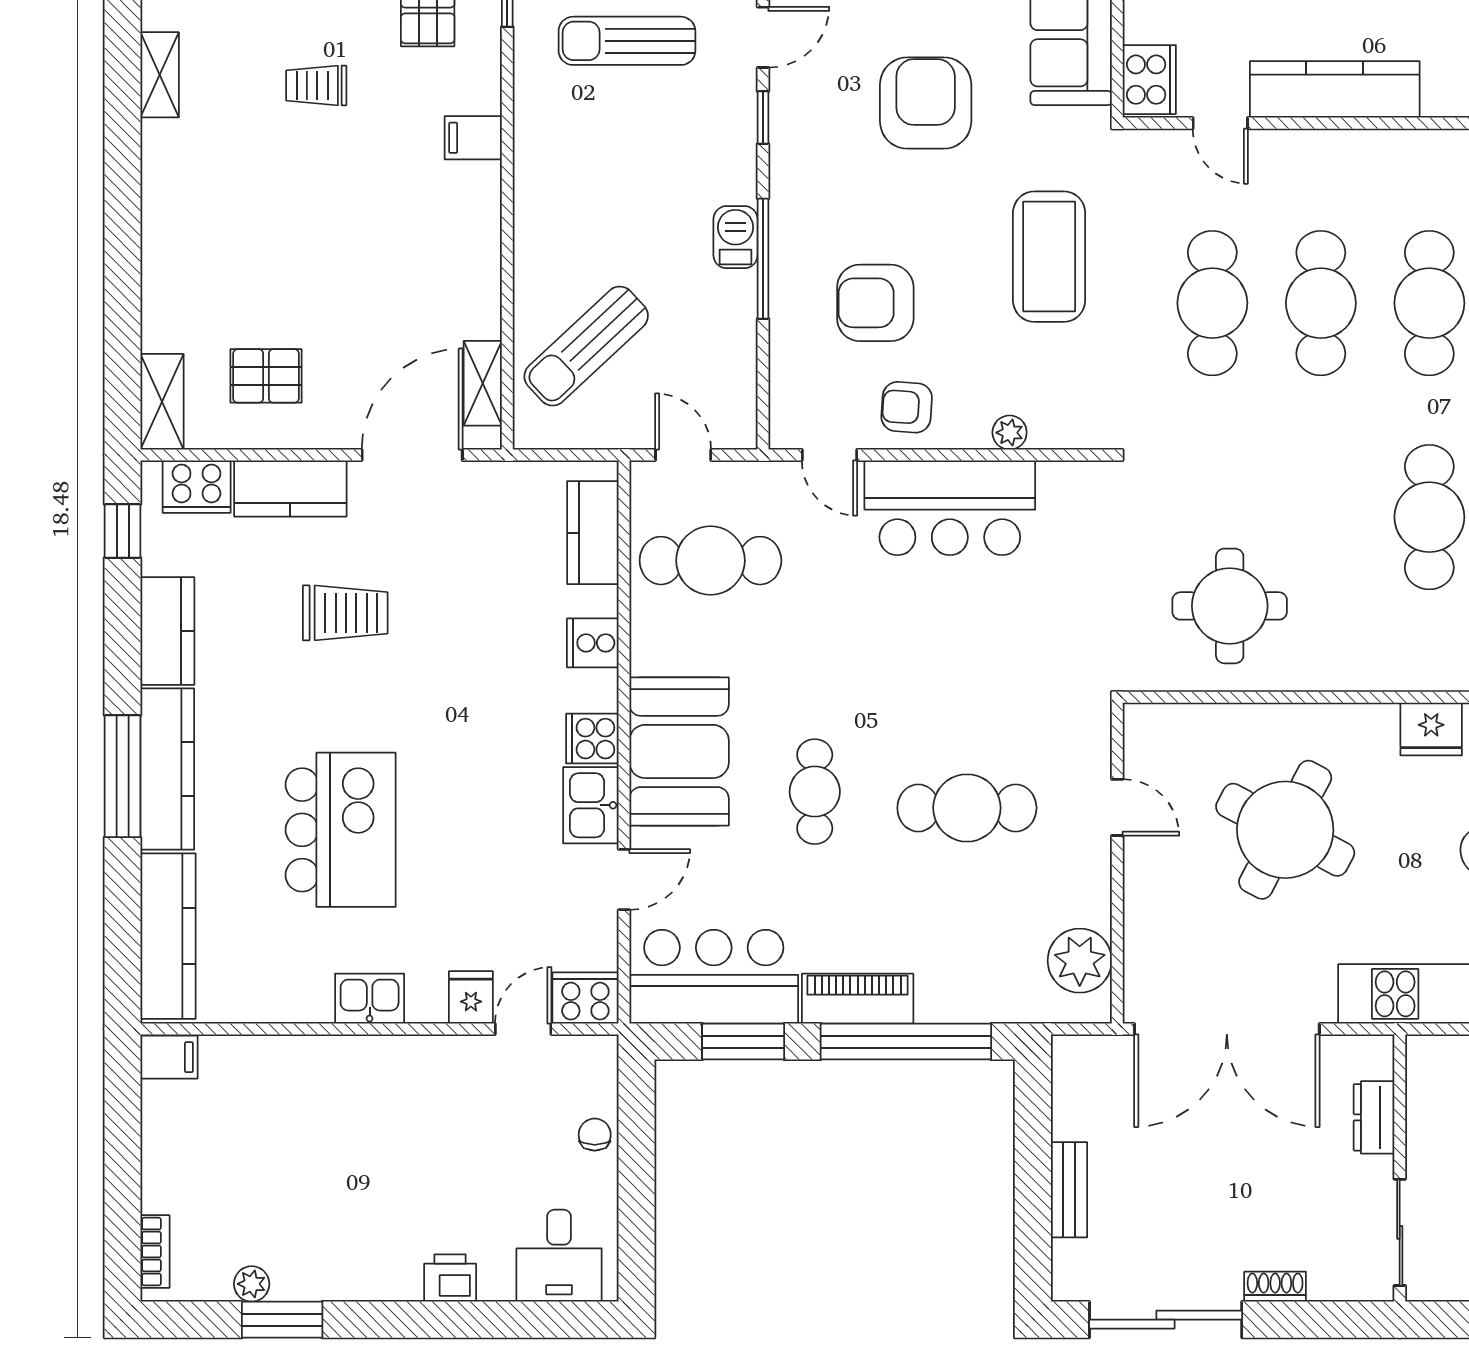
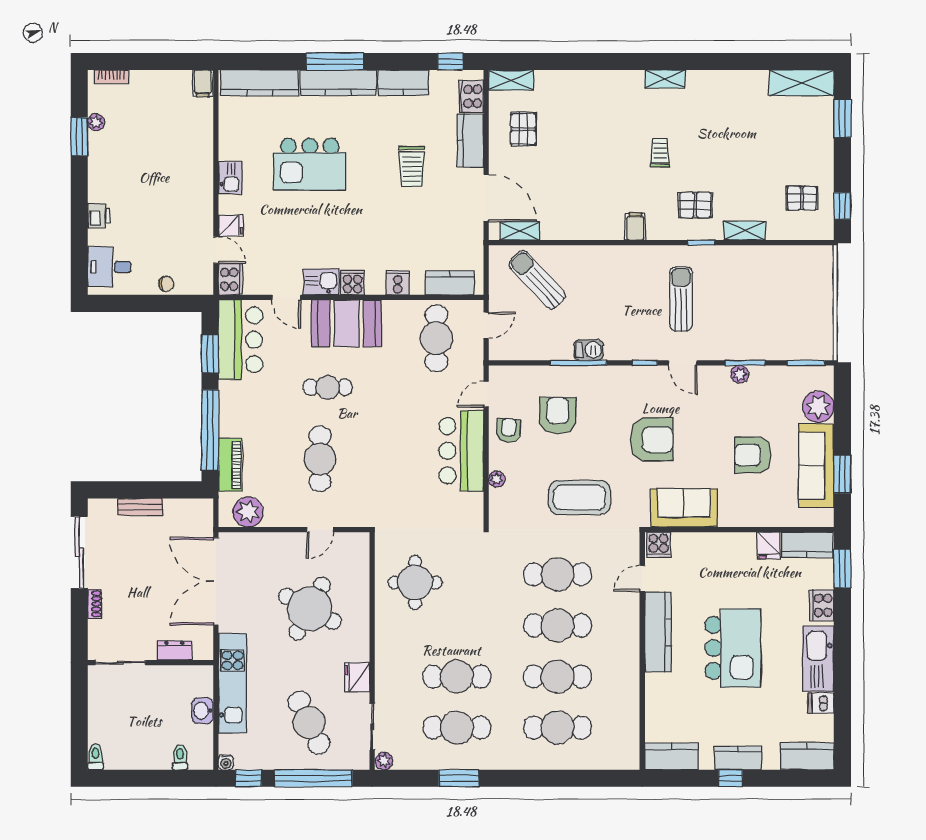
cooker: (1149, 80) -> (658, 545), width x0.73
piano: (858, 999) -> (230, 465), moved

